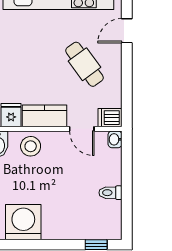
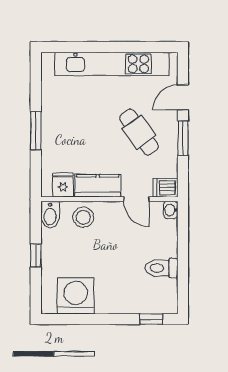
window: (127, 70) -> (183, 138), added
toilet: (110, 193) -> (161, 268), width x1.37, depth x1.39

